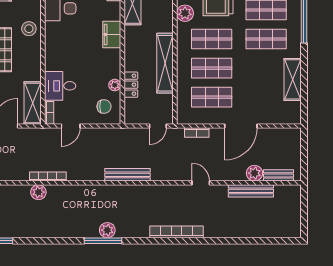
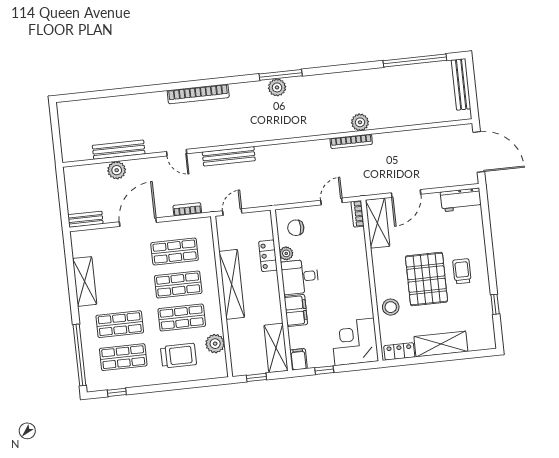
desk: (60, 86) -> (300, 277), moved, turned 180
bench: (127, 175) -> (229, 156), moved
bench: (278, 175) -> (85, 219), moved

